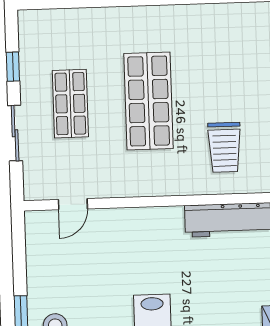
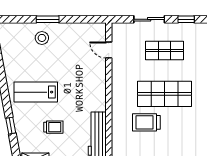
trolley: (225, 147) -> (146, 122), moved
trolley: (215, 299) -> (53, 127), added

